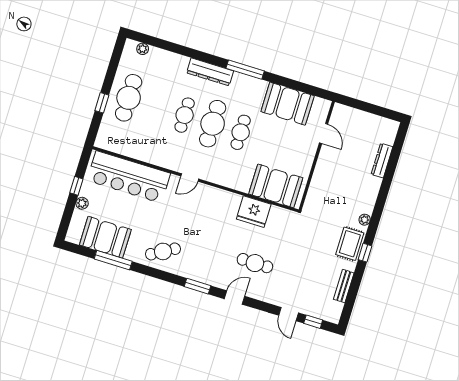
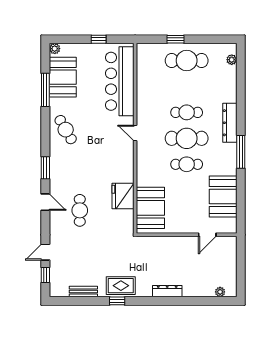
dresser: (382, 161) -> (167, 291), moved
plant: (82, 203) -> (55, 49), moved
plant: (365, 220) -> (220, 292), moved

